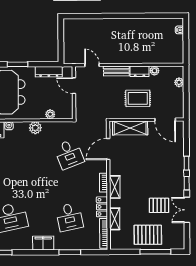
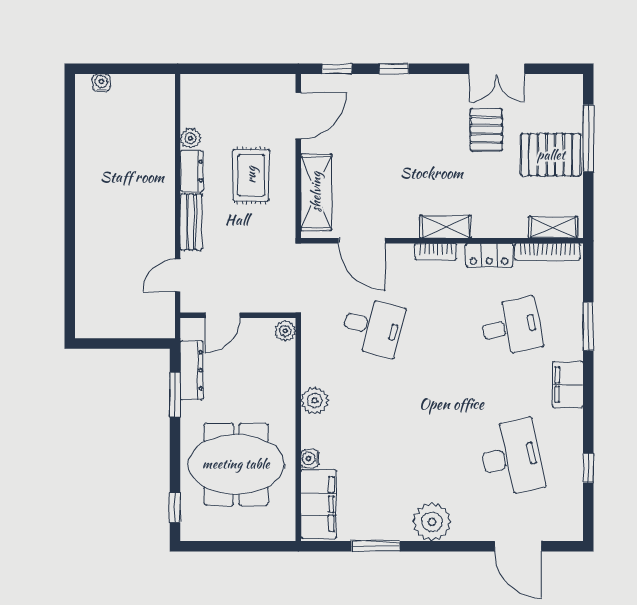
window: (17, 64) -> (175, 395), moved
plant: (179, 82) -> (216, 84), removed
plant: (50, 114) -> (285, 331), moved
desk: (69, 154) -> (373, 327), turned 36
window: (187, 183) -> (337, 69), moved
shelving: (115, 219) -> (553, 227), moved
pallet: (148, 235) -> (551, 155), turned 90

